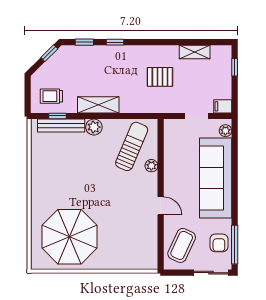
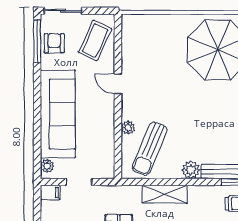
shelving: (98, 105) -> (165, 194), moved

